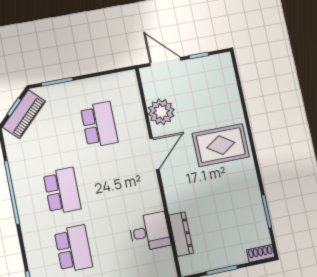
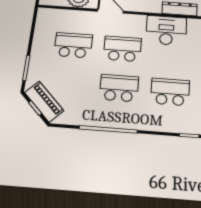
school desk: (111, 181) -> (122, 49), added
desk: (150, 232) -> (166, 30), width x1.37

